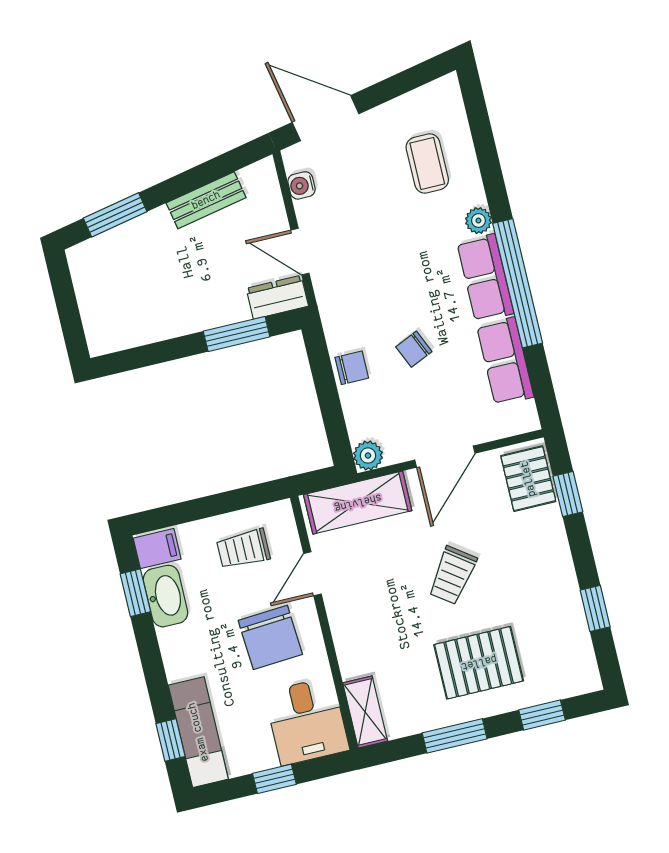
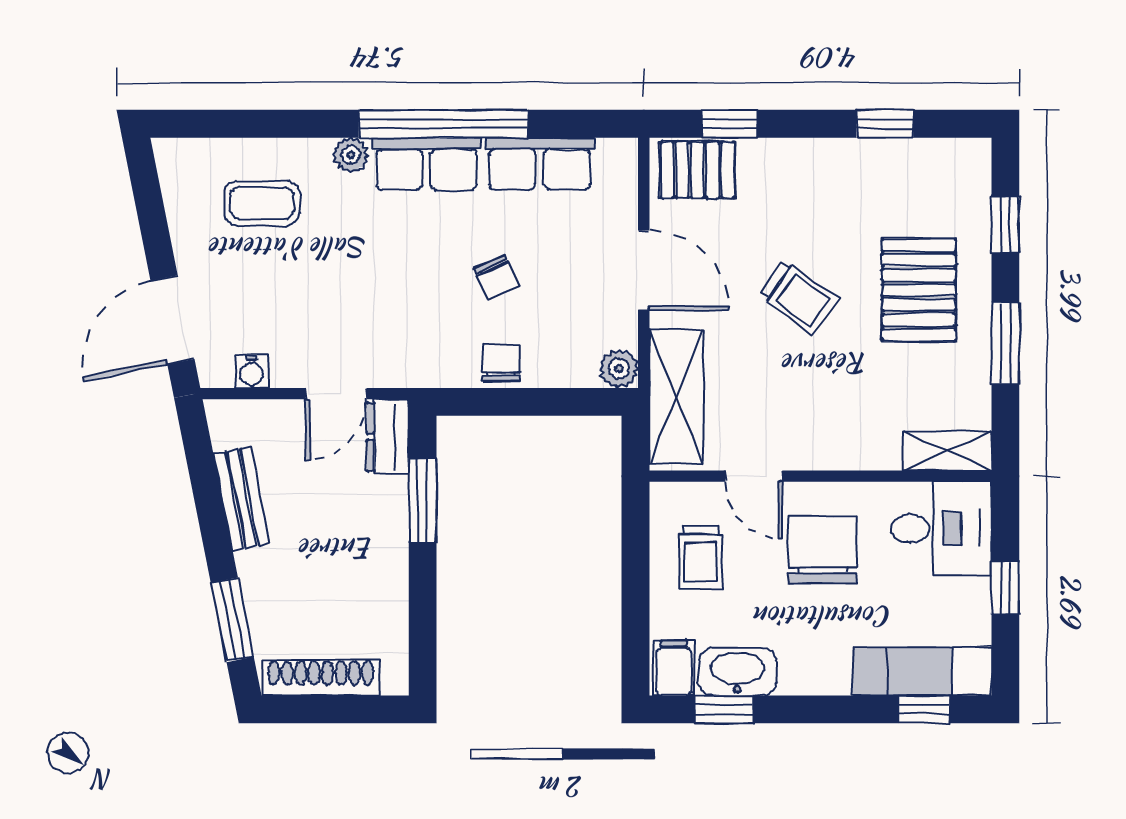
shoe rack: (88, 290) -> (321, 678), added
chair: (270, 637) -> (823, 550), turned -86

